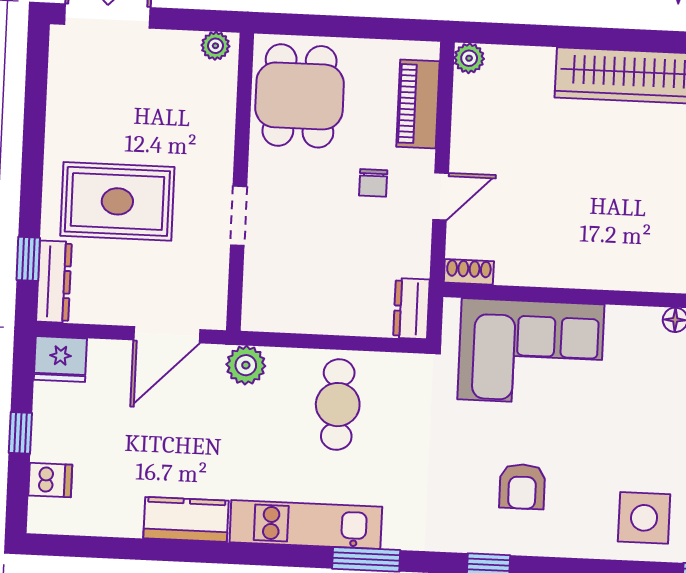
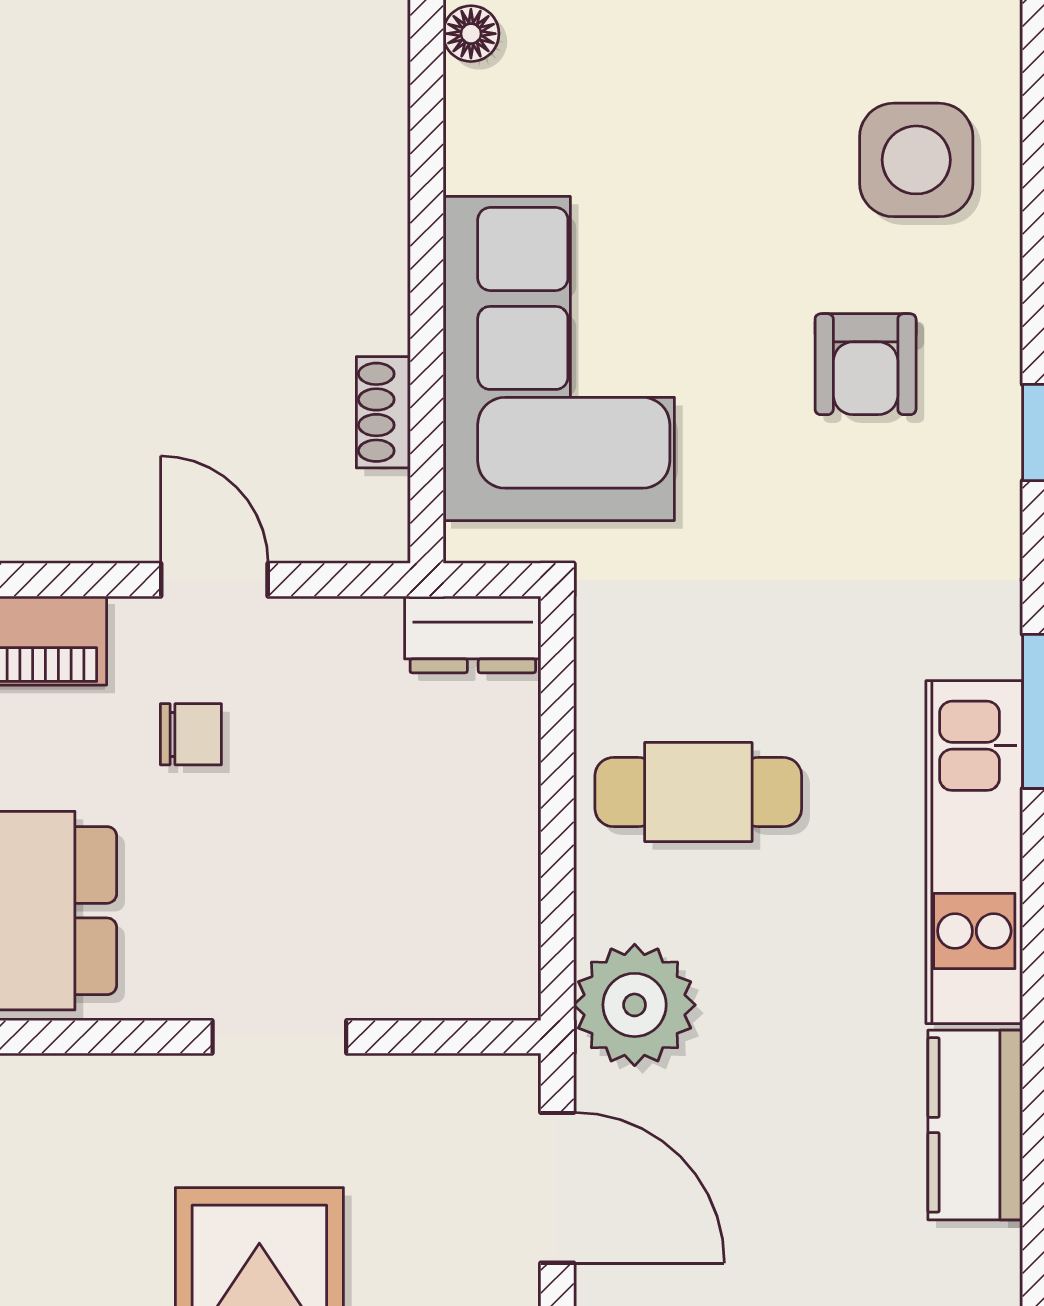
shoe rack: (469, 272) -> (383, 412), moved
plant: (246, 365) -> (635, 1005), width x1.36, depth x1.36
armchair: (522, 486) -> (866, 364), turned 90
side table: (644, 518) -> (916, 160), moved

